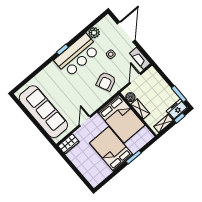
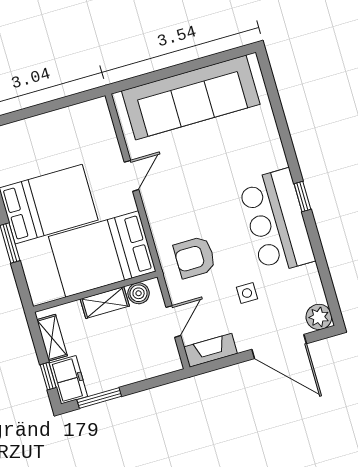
plant: (94, 33) -> (319, 317), moved
door: (135, 78) -> (173, 321), hinge flipped
armchair: (106, 81) -> (195, 257), turned -65
door: (85, 121) -> (132, 176), hinge flipped
wardrobe: (69, 144) -> (99, 120), removed

